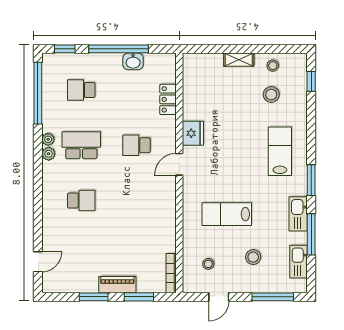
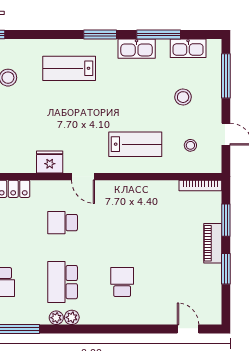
school desk: (137, 145) -> (63, 223), turned 90
lab bench: (227, 214) -> (135, 144), moved, turned -90

